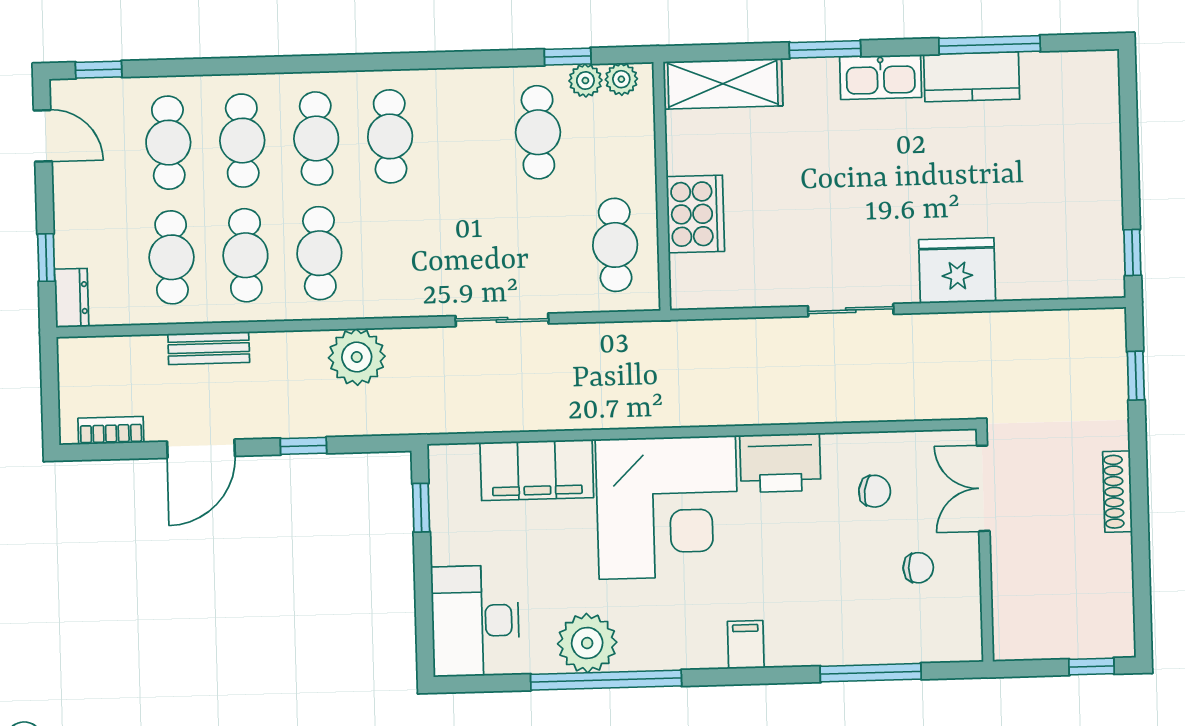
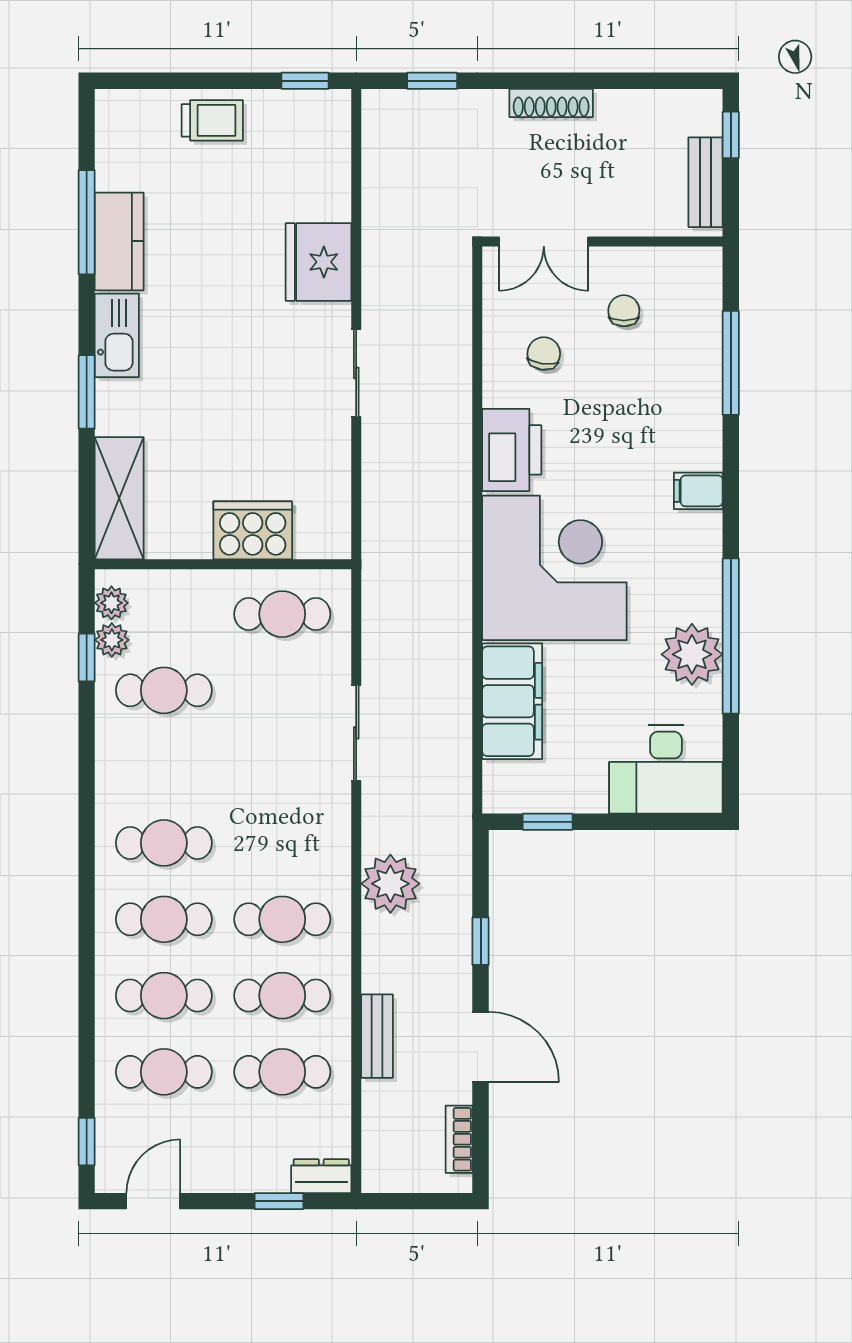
trolley: (1092, 164) -> (212, 120), added
bench: (1045, 643) -> (706, 182), added

